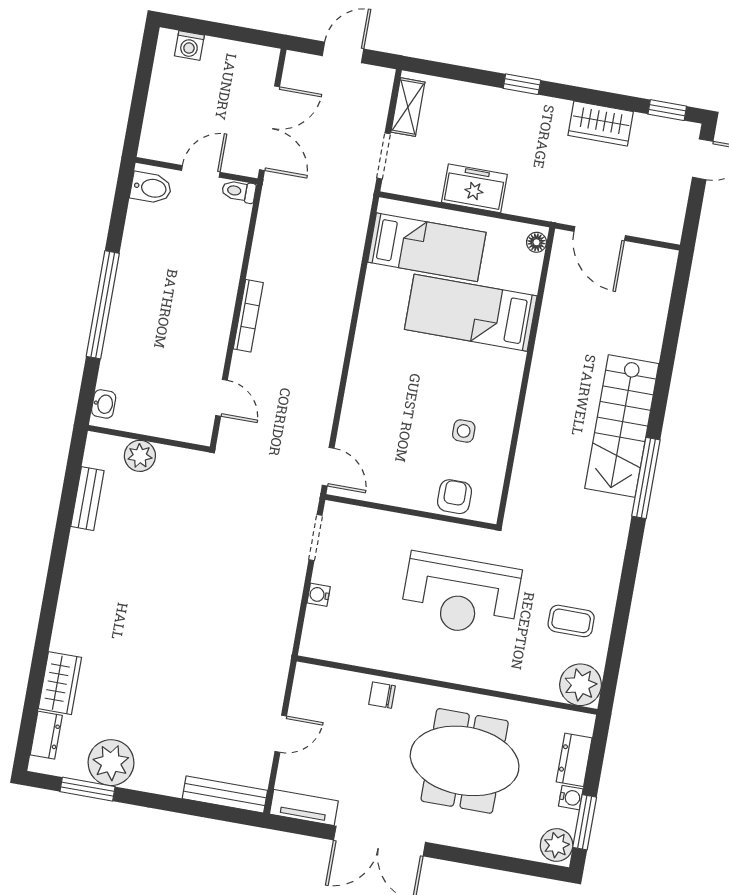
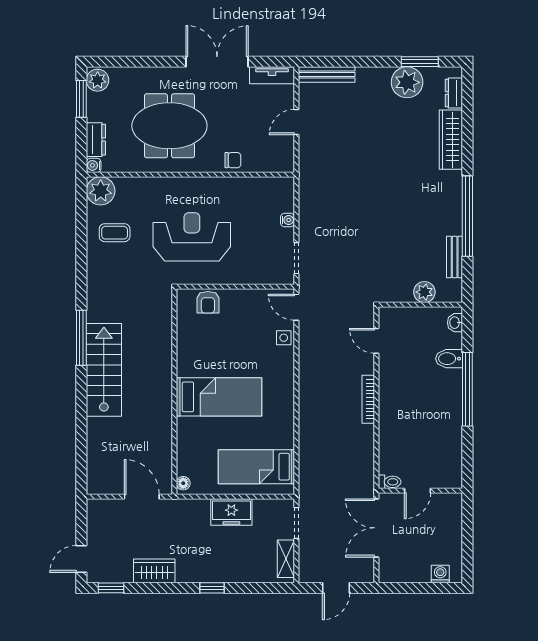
bidet: (151, 188) -> (449, 359), moved
bed: (471, 313) -> (219, 397), moved
side table: (464, 431) -> (284, 338), moved
window: (58, 554) -> (467, 216), added
wardrobe: (60, 683) -> (451, 140), width x1.50
water cooler: (571, 798) -> (94, 165), moved

